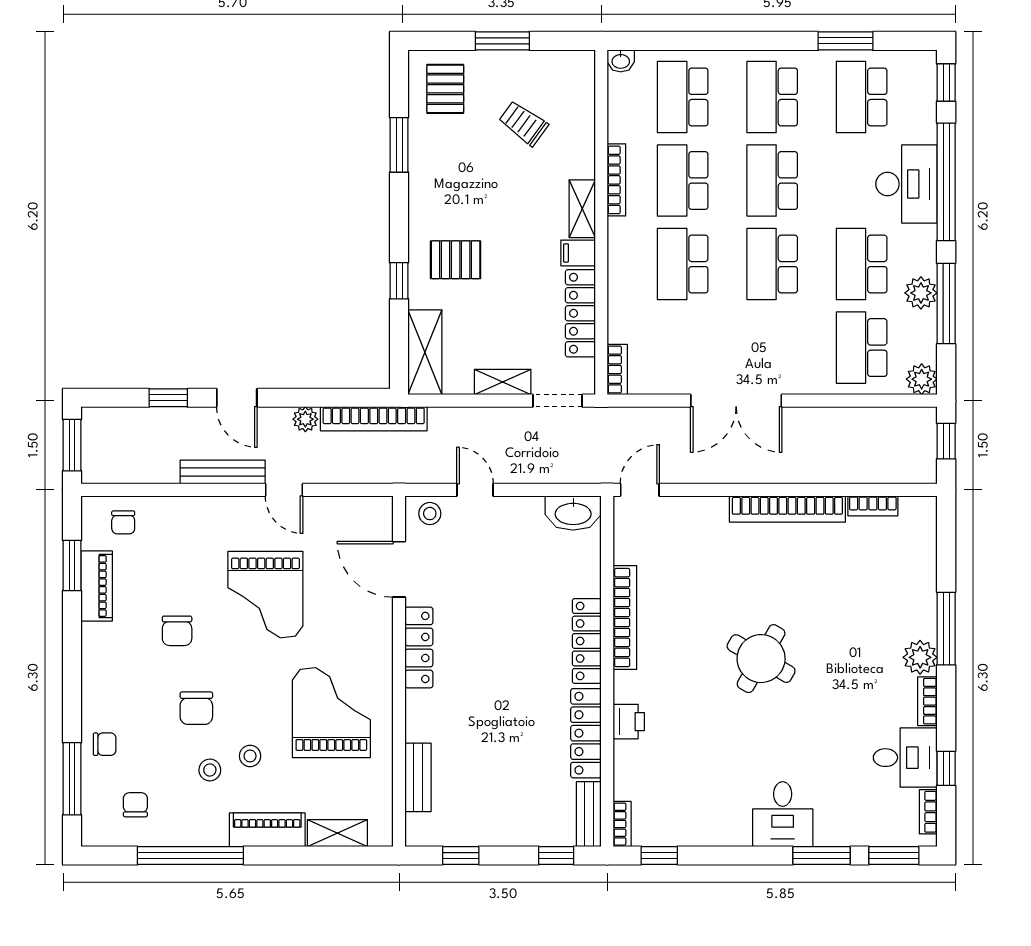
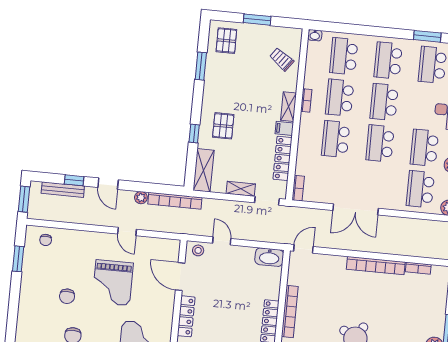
trolley: (523, 123) -> (282, 59), moved
bookcase: (616, 180) -> (306, 100), width x0.64
pallet: (456, 260) -> (223, 126), turned 90
bench: (223, 472) -> (63, 190), moved
piano: (97, 586) -> (29, 270), removed

